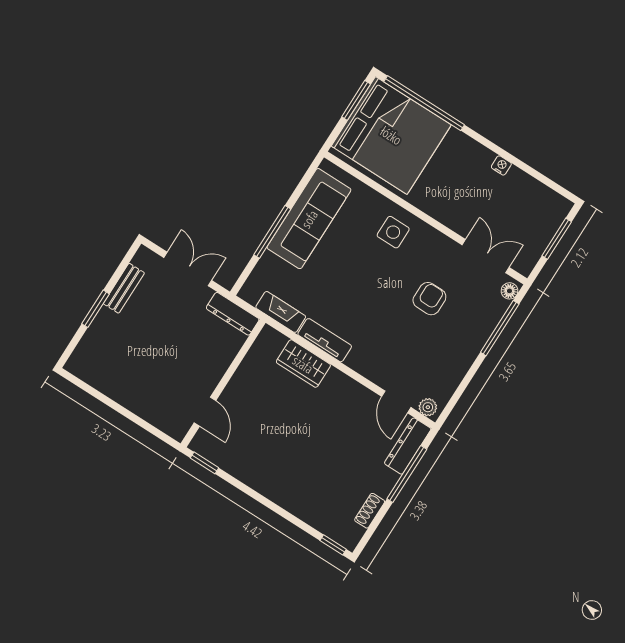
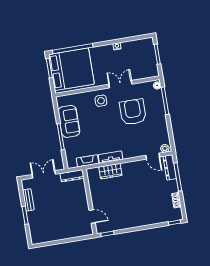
sofa: (309, 219) -> (69, 121), width x0.73
double door: (486, 256) -> (120, 84), moved
armchair: (429, 299) -> (133, 112), width x1.88, depth x1.88

